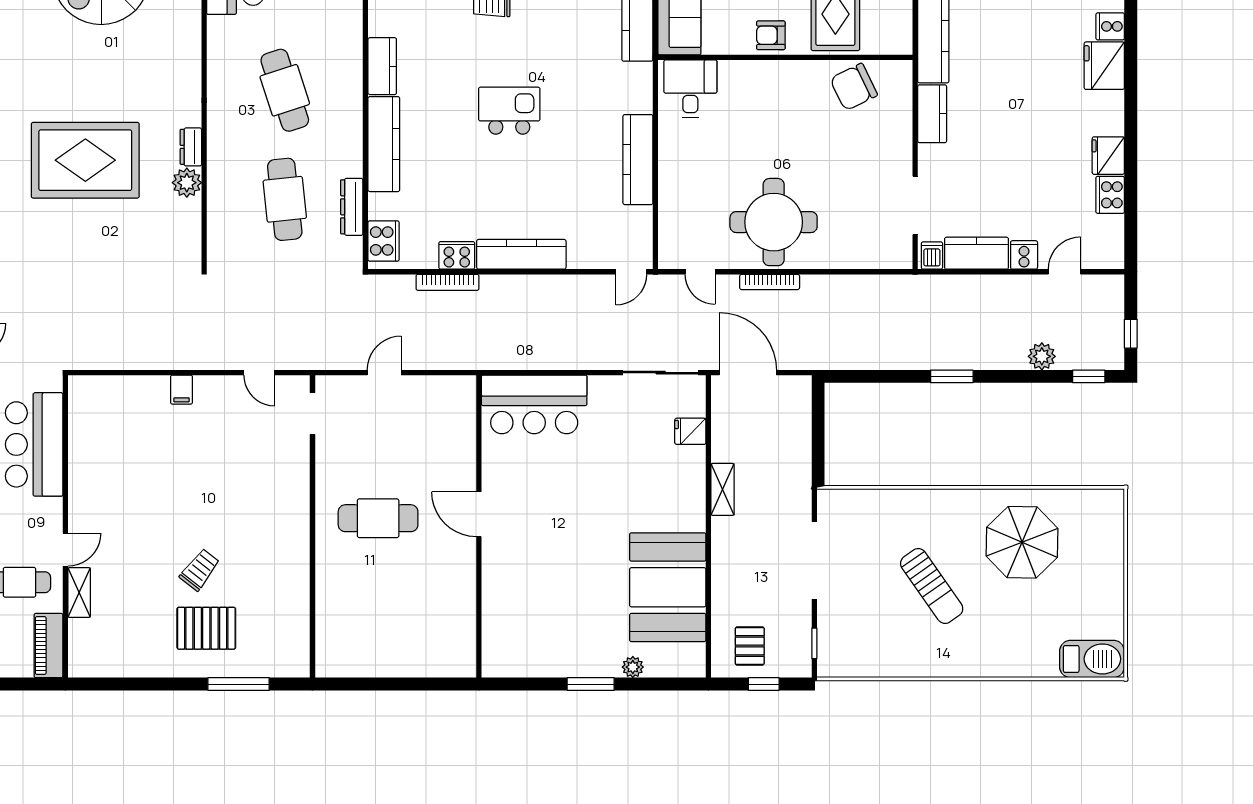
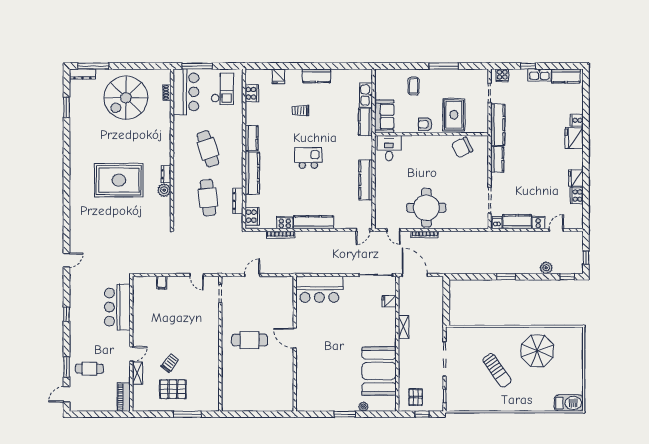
bar counter: (34, 444) -> (117, 307), moved
wall: (65, 526) -> (131, 344), moved
door: (65, 550) -> (131, 354), moved
shelving: (79, 592) -> (137, 373), moved
piano: (48, 646) -> (124, 397), moved

